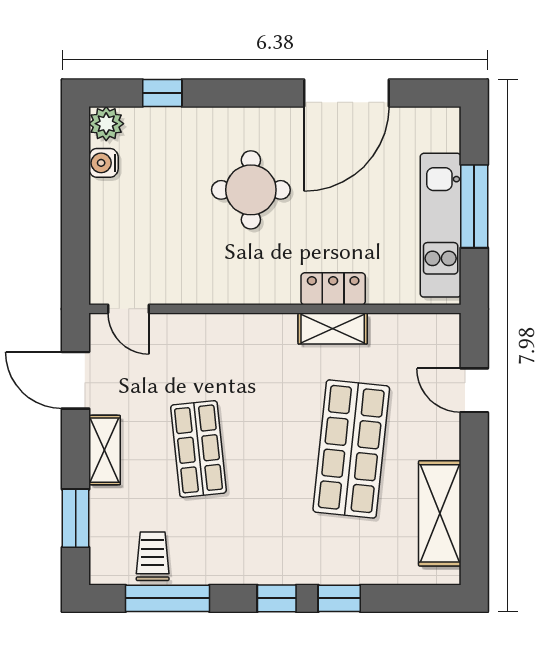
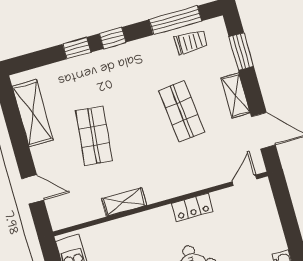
locker: (333, 289) -> (192, 208), moved
door: (129, 309) -> (244, 180), hinge flipped
shop shelf: (351, 449) -> (94, 136), width x0.70, depth x0.74
trolley: (153, 556) -> (191, 42), turned -90

